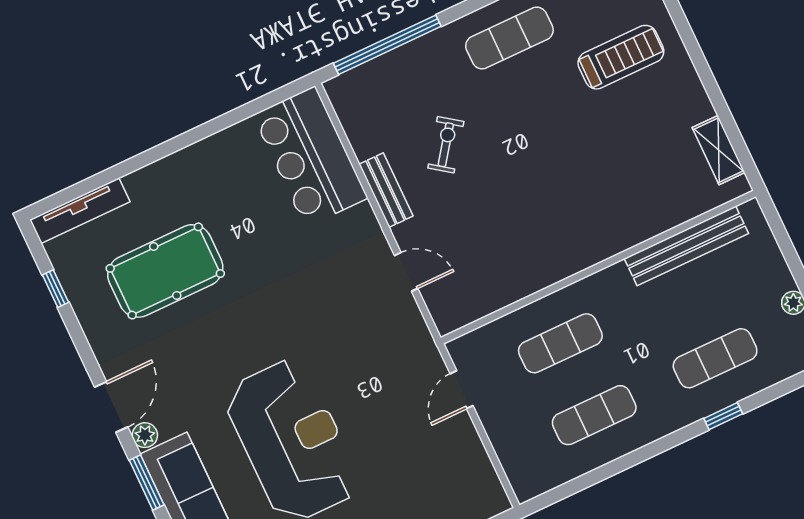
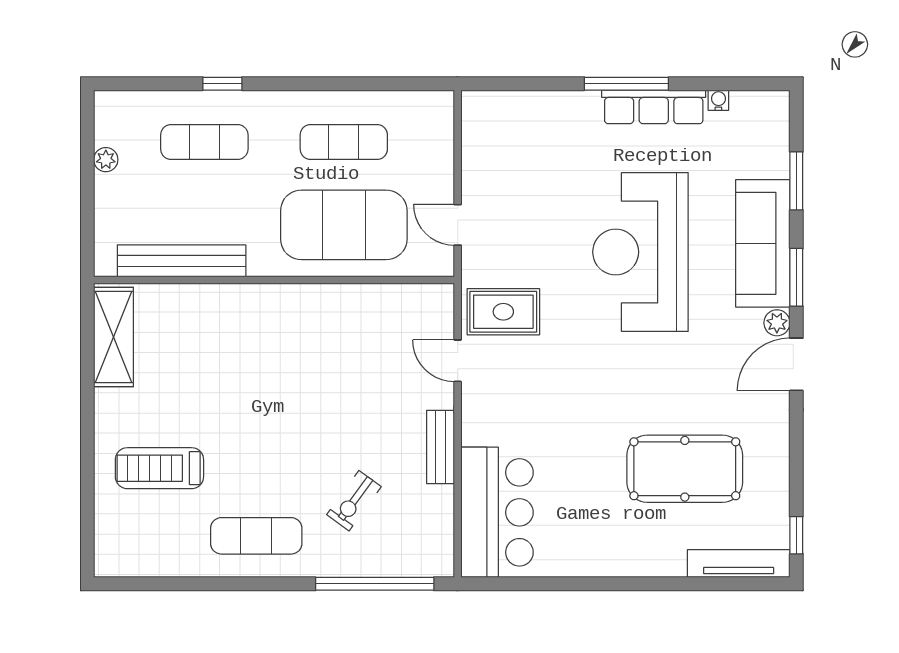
exercise bike: (446, 145) -> (354, 501), moved
shelving: (719, 150) -> (114, 337), width x1.50, depth x1.33
window: (55, 289) -> (796, 535), moved
rug: (387, 333) -> (503, 312), added
exercise mat: (560, 343) -> (344, 225), width x2.00, depth x1.45
door: (462, 390) -> (458, 225), swing flipped

